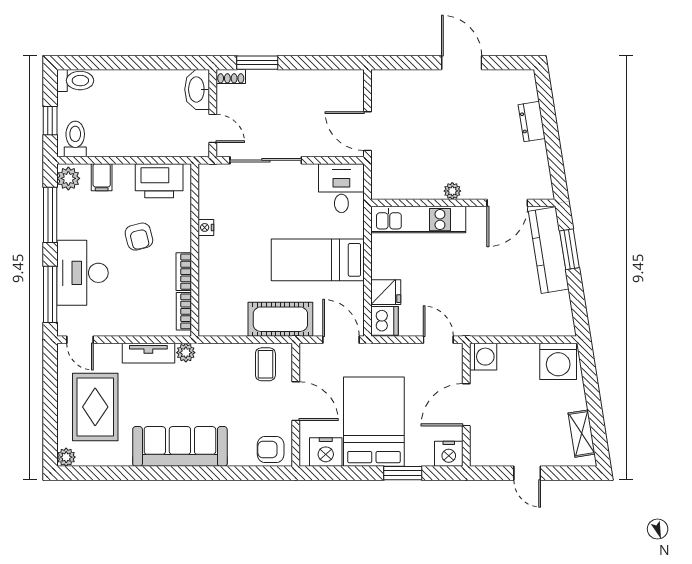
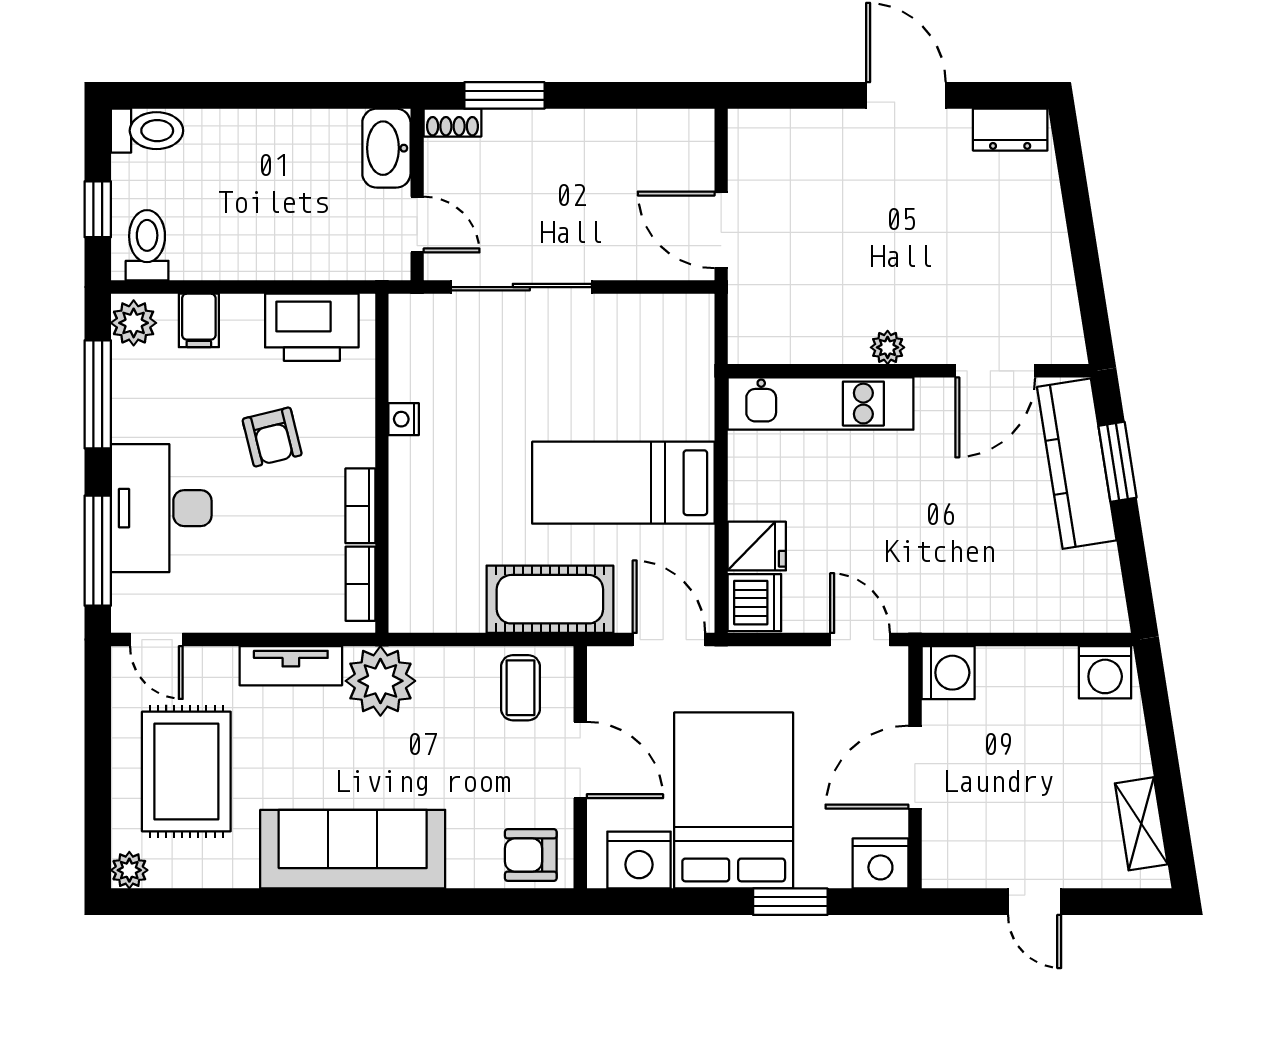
dresser: (532, 122) -> (1010, 130), moved, turned -81
desk: (341, 188) -> (670, 342), removed
plant: (186, 353) -> (380, 681), width x1.88, depth x1.88
washing machine: (558, 361) -> (1105, 672), width x0.73, depth x0.73

